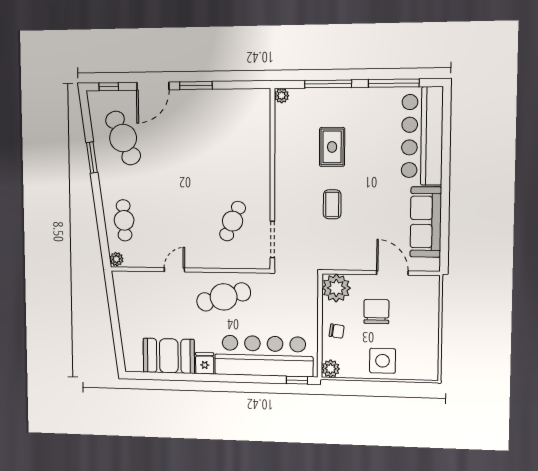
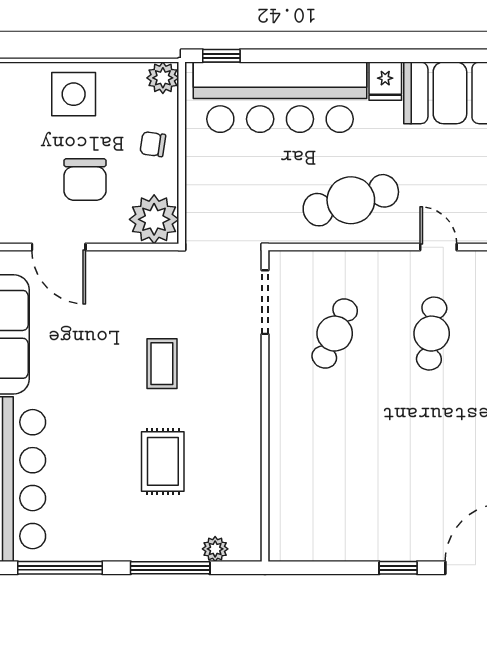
window: (196, 86) -> (398, 568), width x0.67
plant: (282, 96) -> (215, 549), moved
cafe table: (178, 221) -> (432, 334), added
door: (174, 270) -> (438, 247), swing flipped

